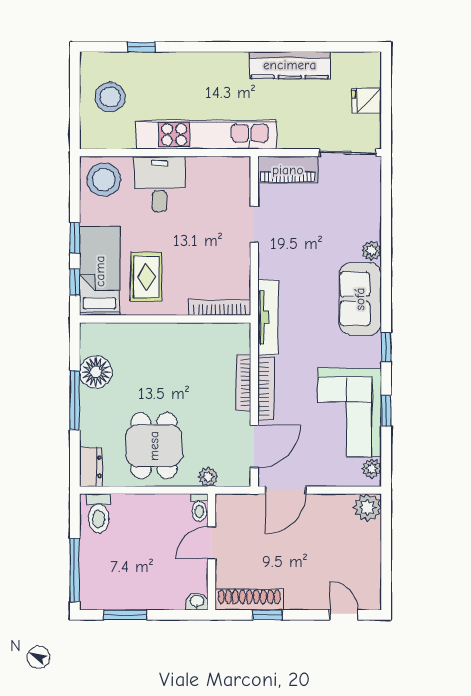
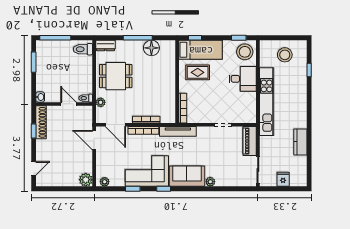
kitchen counter: (290, 65) -> (300, 142), width x0.67
window: (75, 238) -> (239, 38), moved
corner sofa: (350, 412) -> (147, 171), moved

